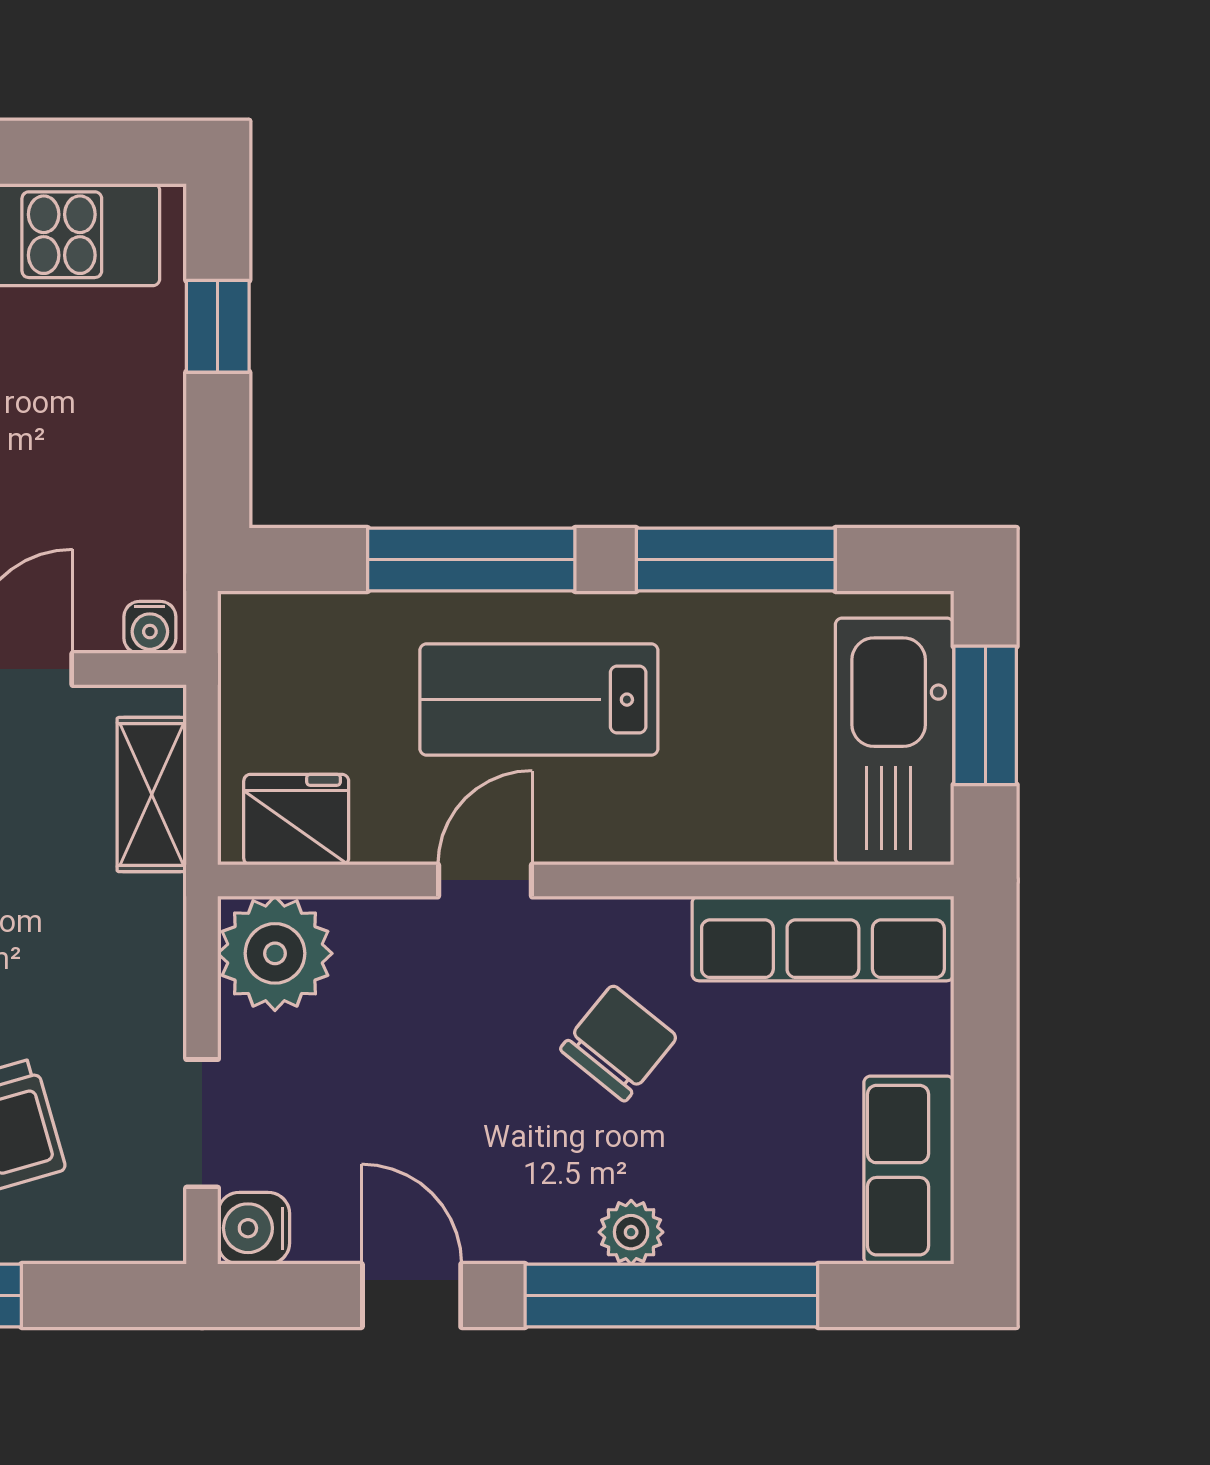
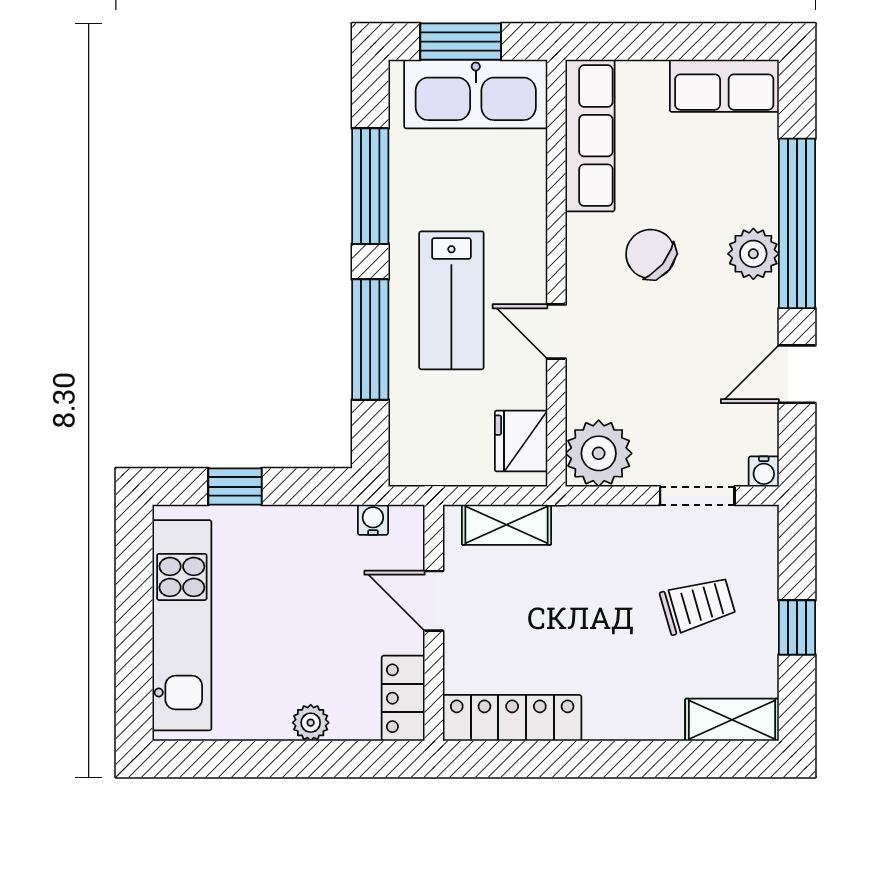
water cooler: (150, 627) -> (373, 520), moved, turned -90
water cooler: (254, 1228) -> (764, 471), width x0.72, depth x0.72
plant: (631, 1232) -> (753, 254), width x1.38, depth x1.38

